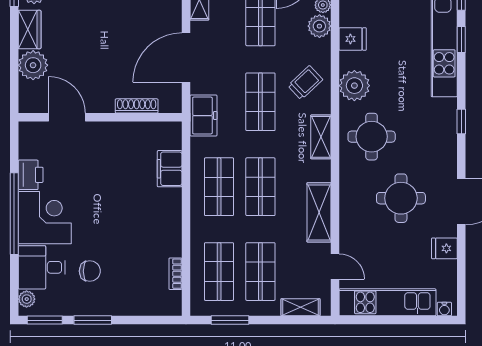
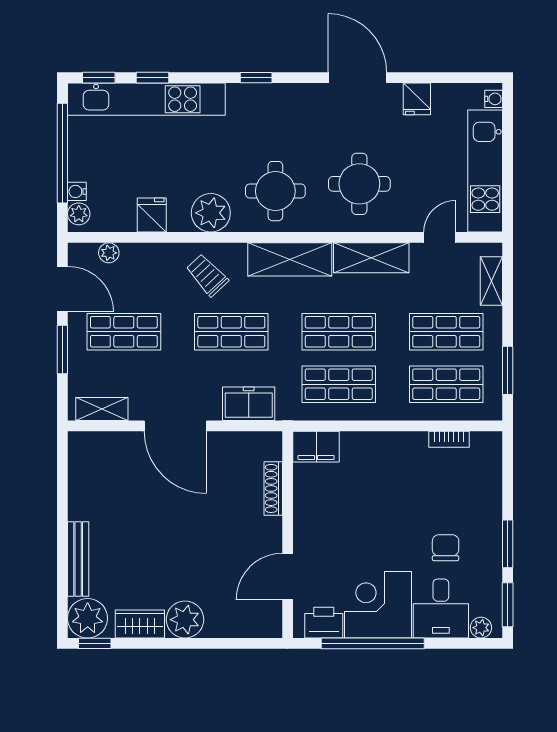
plant: (319, 26) -> (136, 257), removed
shoe rack: (137, 106) -> (273, 488), moved
door: (67, 117) -> (288, 577), moved
wall: (100, 117) -> (288, 535), moved
shelving: (321, 137) -> (290, 259), width x1.50, depth x1.33
round table: (401, 198) -> (359, 184), moved

